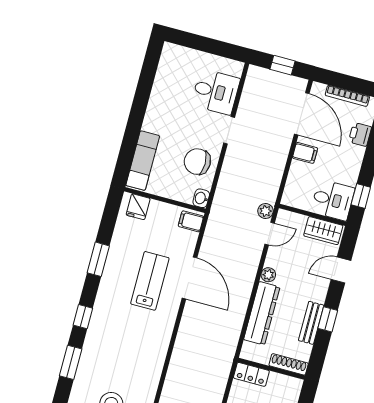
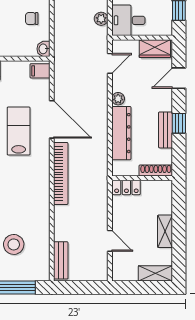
chair: (197, 162) -> (32, 19), width x0.54, depth x0.54
desk: (333, 200) -> (128, 20), moved, turned 180
plant: (265, 211) -> (101, 19), moved
bookcase: (184, 340) -> (61, 173), added

